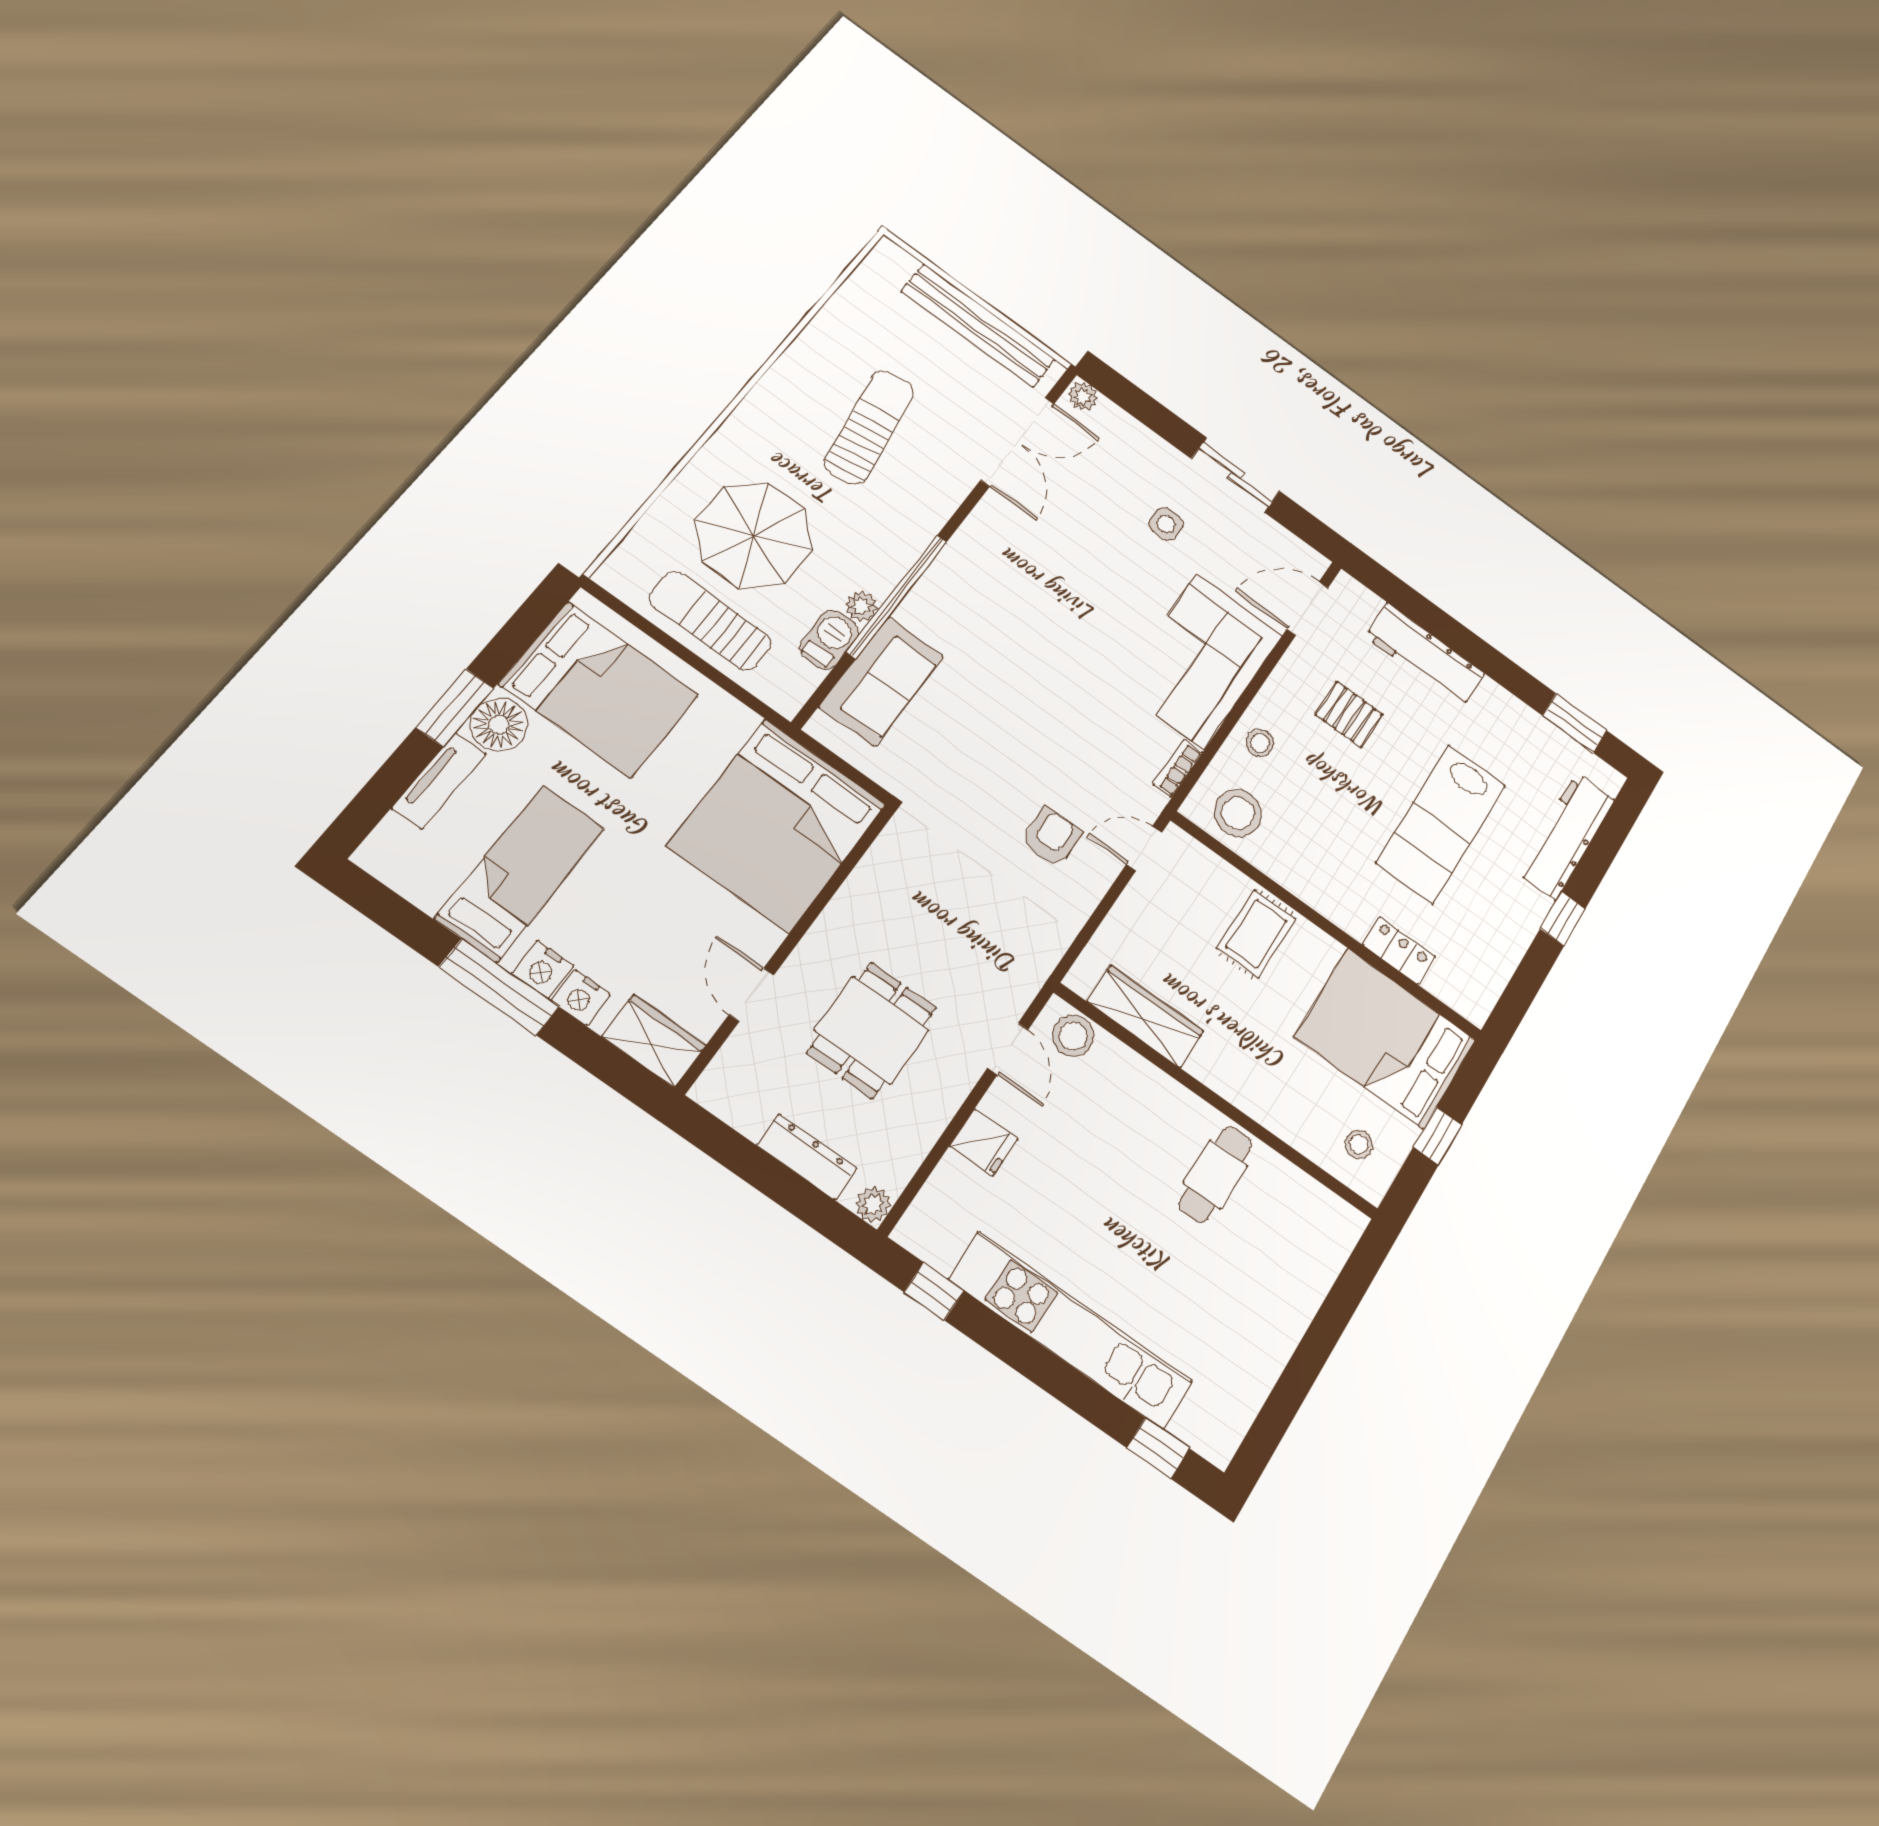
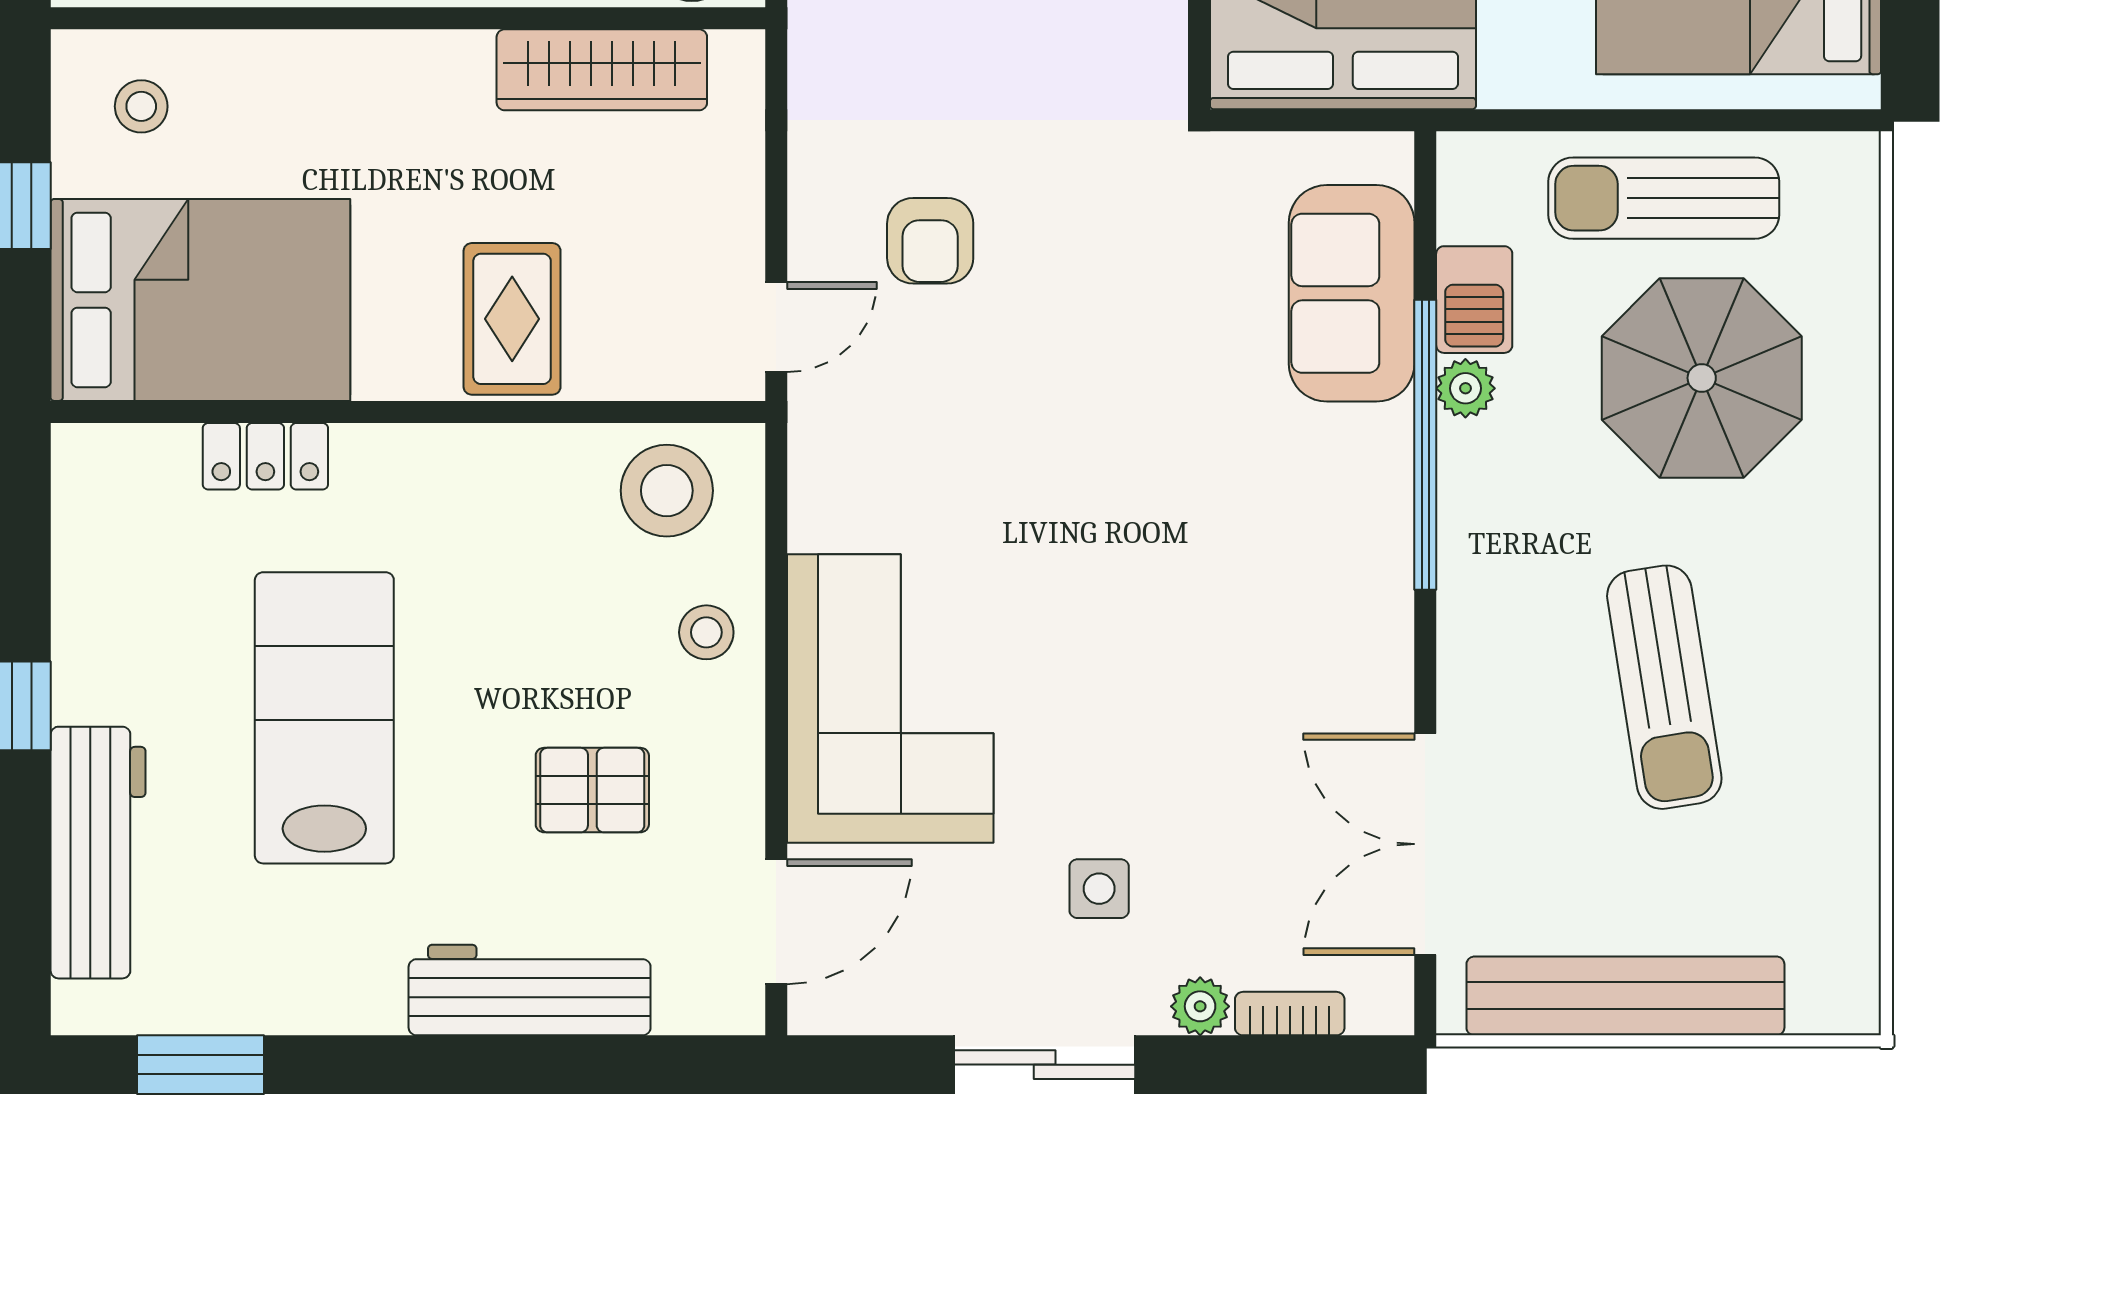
plant: (1083, 396) -> (1200, 1006), moved
sun lounger: (710, 621) -> (1664, 198), turned 180
bookcase: (1178, 768) -> (1290, 1014), moved, turned -90

